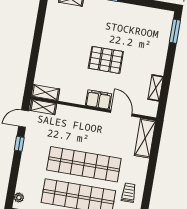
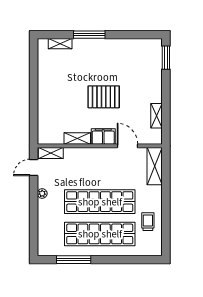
shelving: (45, 92) -> (77, 138), moved
window: (19, 144) -> (34, 193), removed
plant: (19, 198) -> (42, 194), moved

